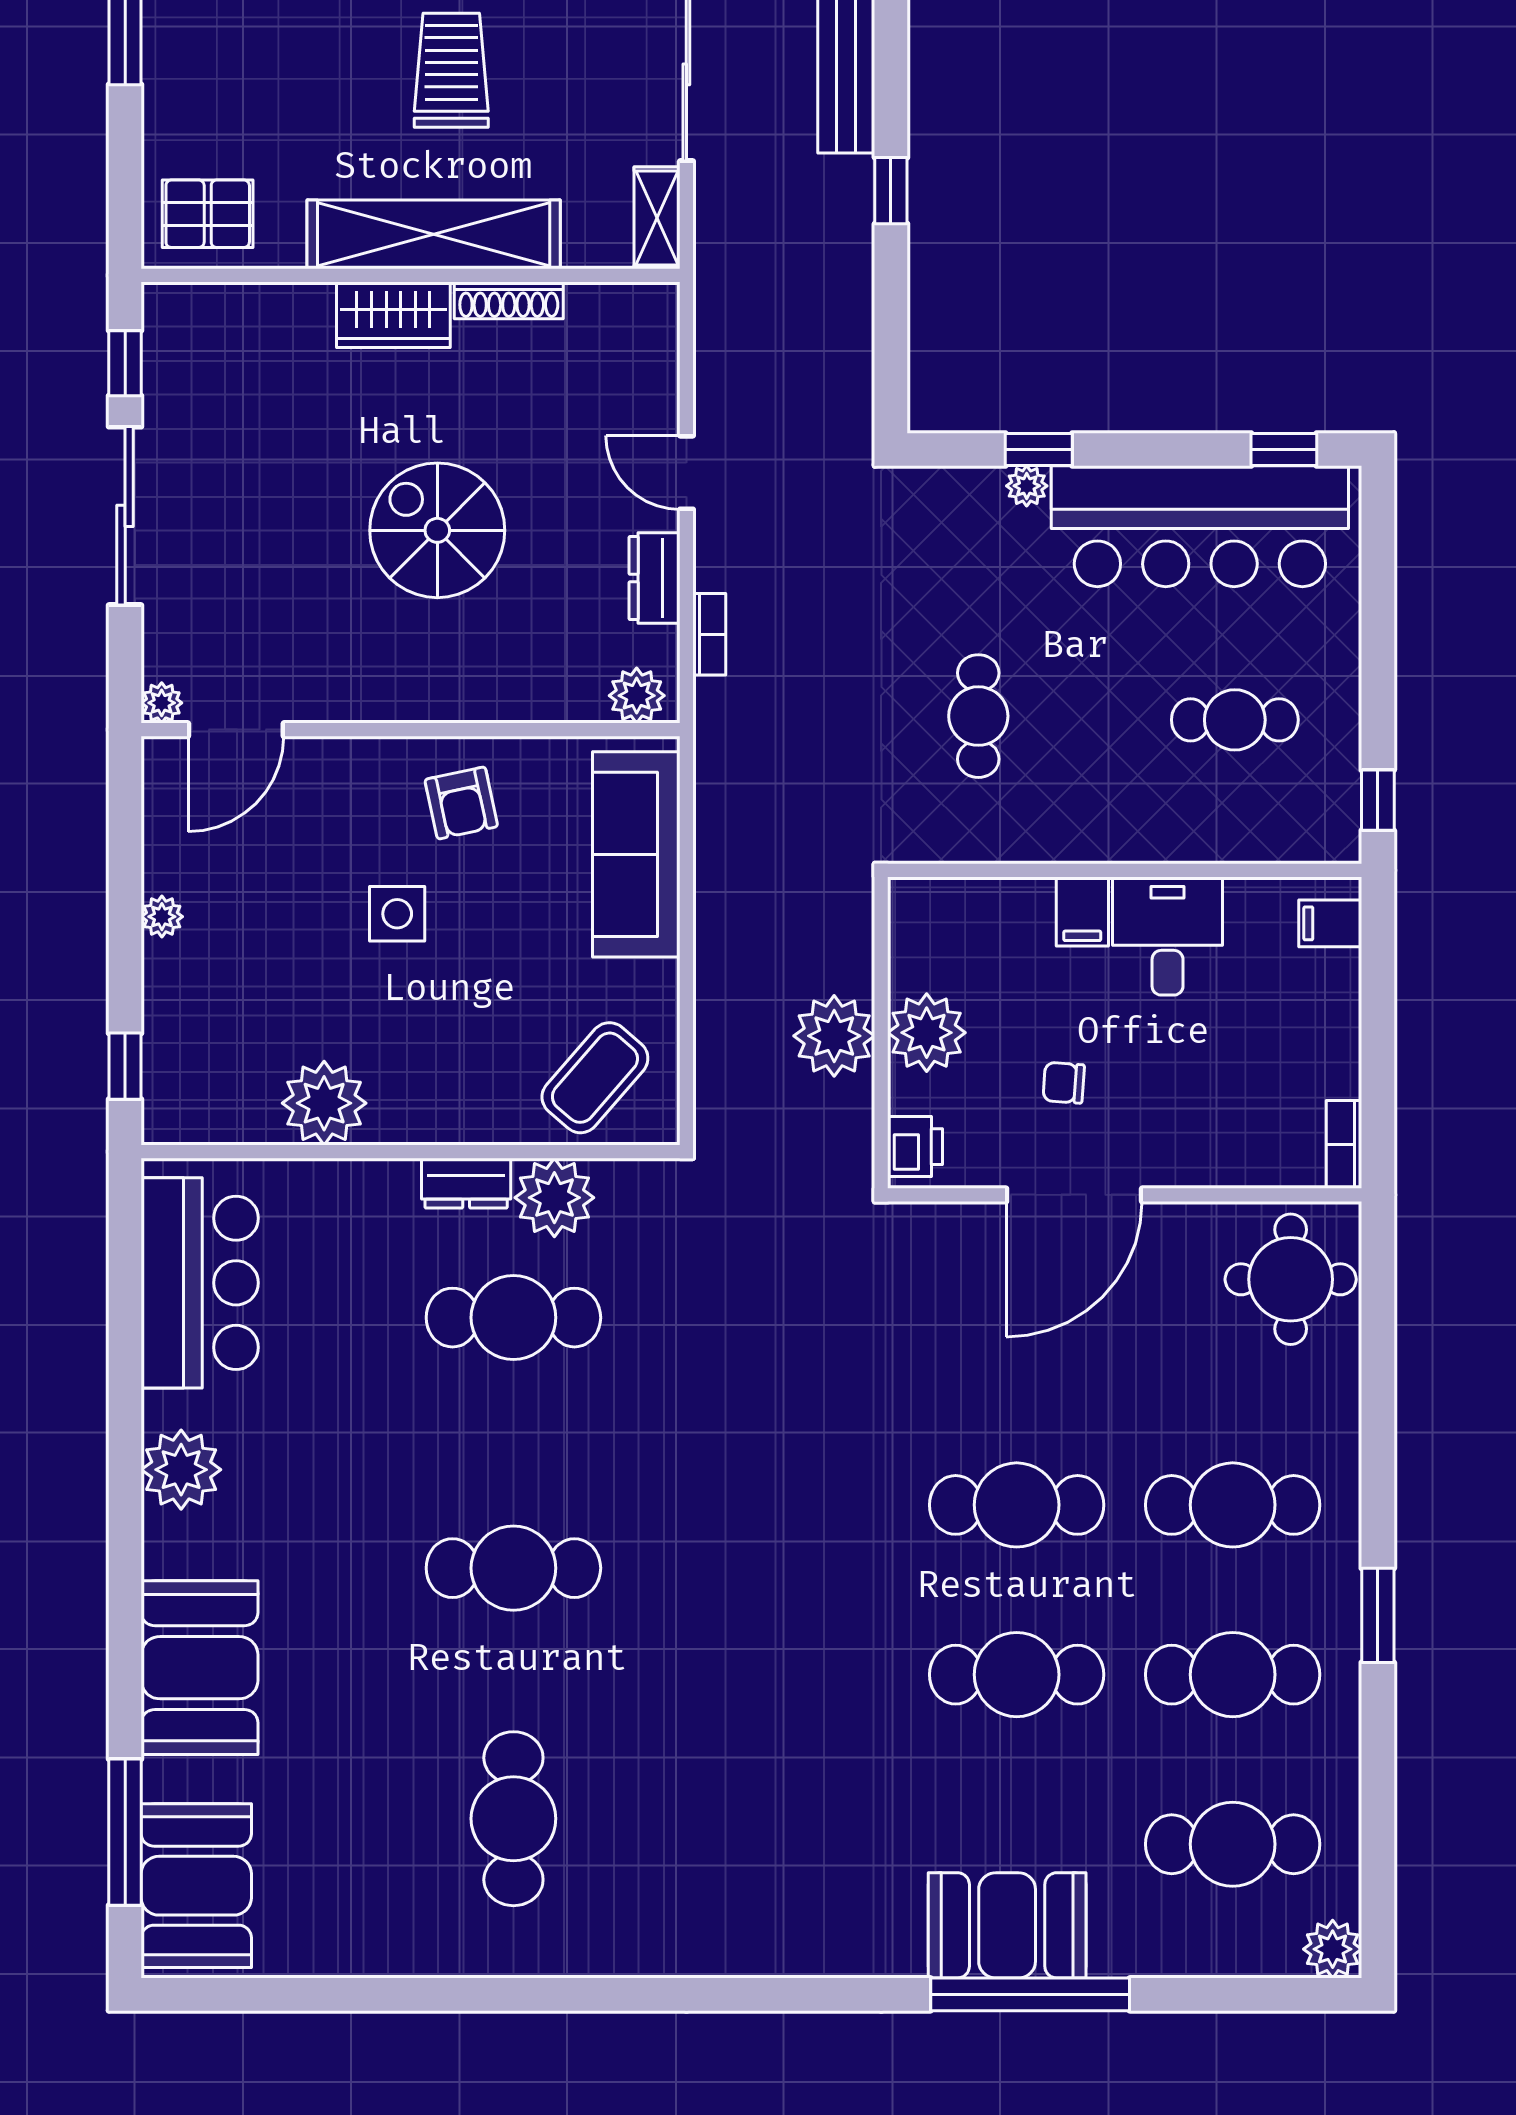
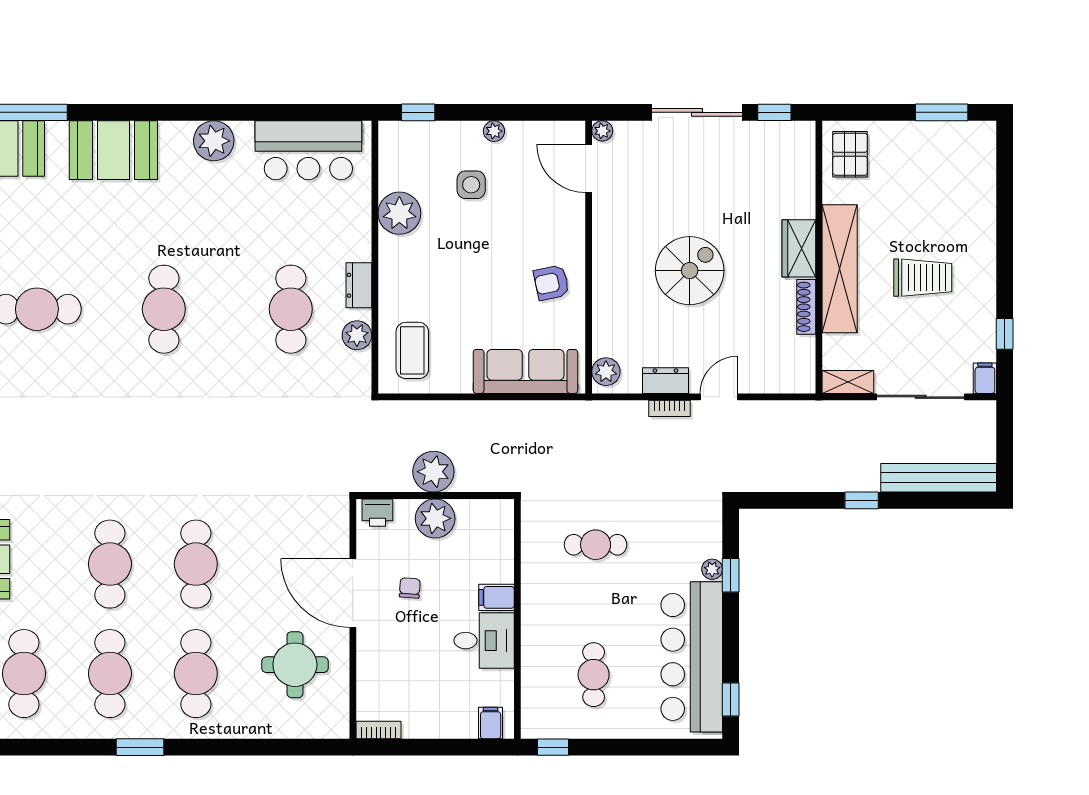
bookcase: (709, 634) -> (669, 408), moved
side table: (397, 914) -> (471, 185), moved
coffee table: (595, 1078) -> (412, 350), turned 49
plant: (554, 1198) -> (357, 335), width x0.73, depth x0.73
round table: (1291, 1279) -> (295, 665), moved

